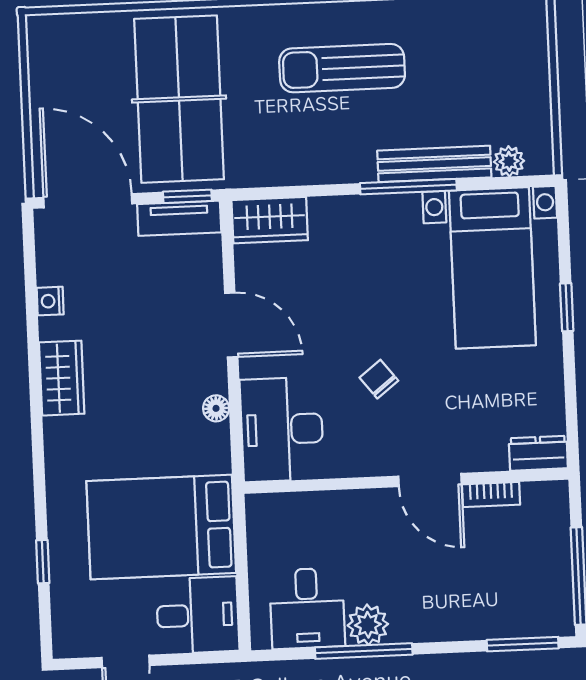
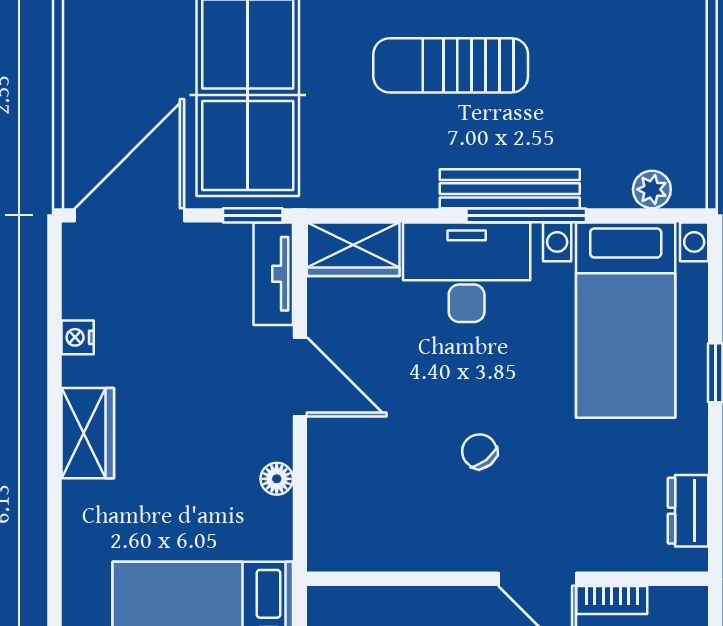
bench: (434, 164) -> (510, 189), moved
door: (88, 201) -> (130, 215), hinge flipped
tv unit: (179, 218) -> (273, 274), moved, turned 90
desk: (282, 429) -> (467, 272), moved, turned 90
dresser: (538, 453) -> (688, 511), moved, turned -90

